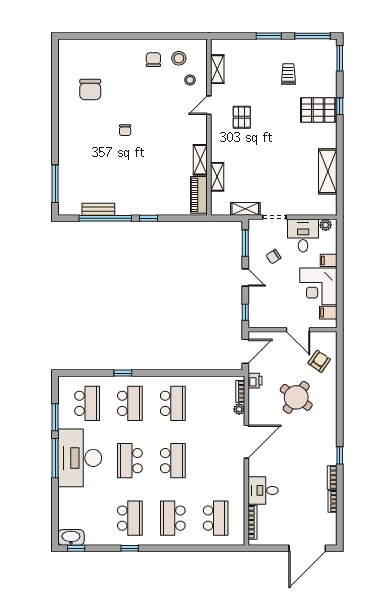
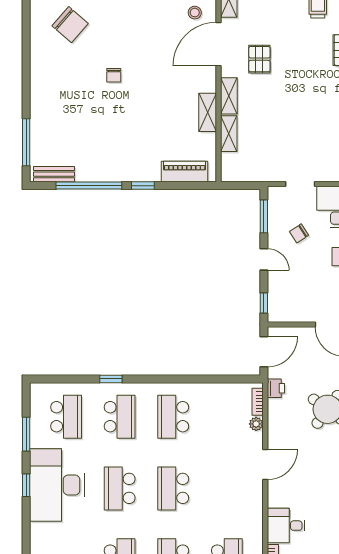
chair: (90, 90) -> (70, 25), turned -49
door: (209, 105) -> (218, 44), width x1.87
piano: (199, 195) -> (185, 172), moved, turned 90
bench: (98, 209) -> (54, 174), moved
shelving: (245, 209) -> (229, 96), moved, turned 90
school desk: (173, 403) -> (173, 417), turned 180
door: (246, 442) -> (265, 464), width x0.73
window: (55, 458) -> (26, 485), width x0.46
school desk: (173, 461) -> (173, 488), turned 180

